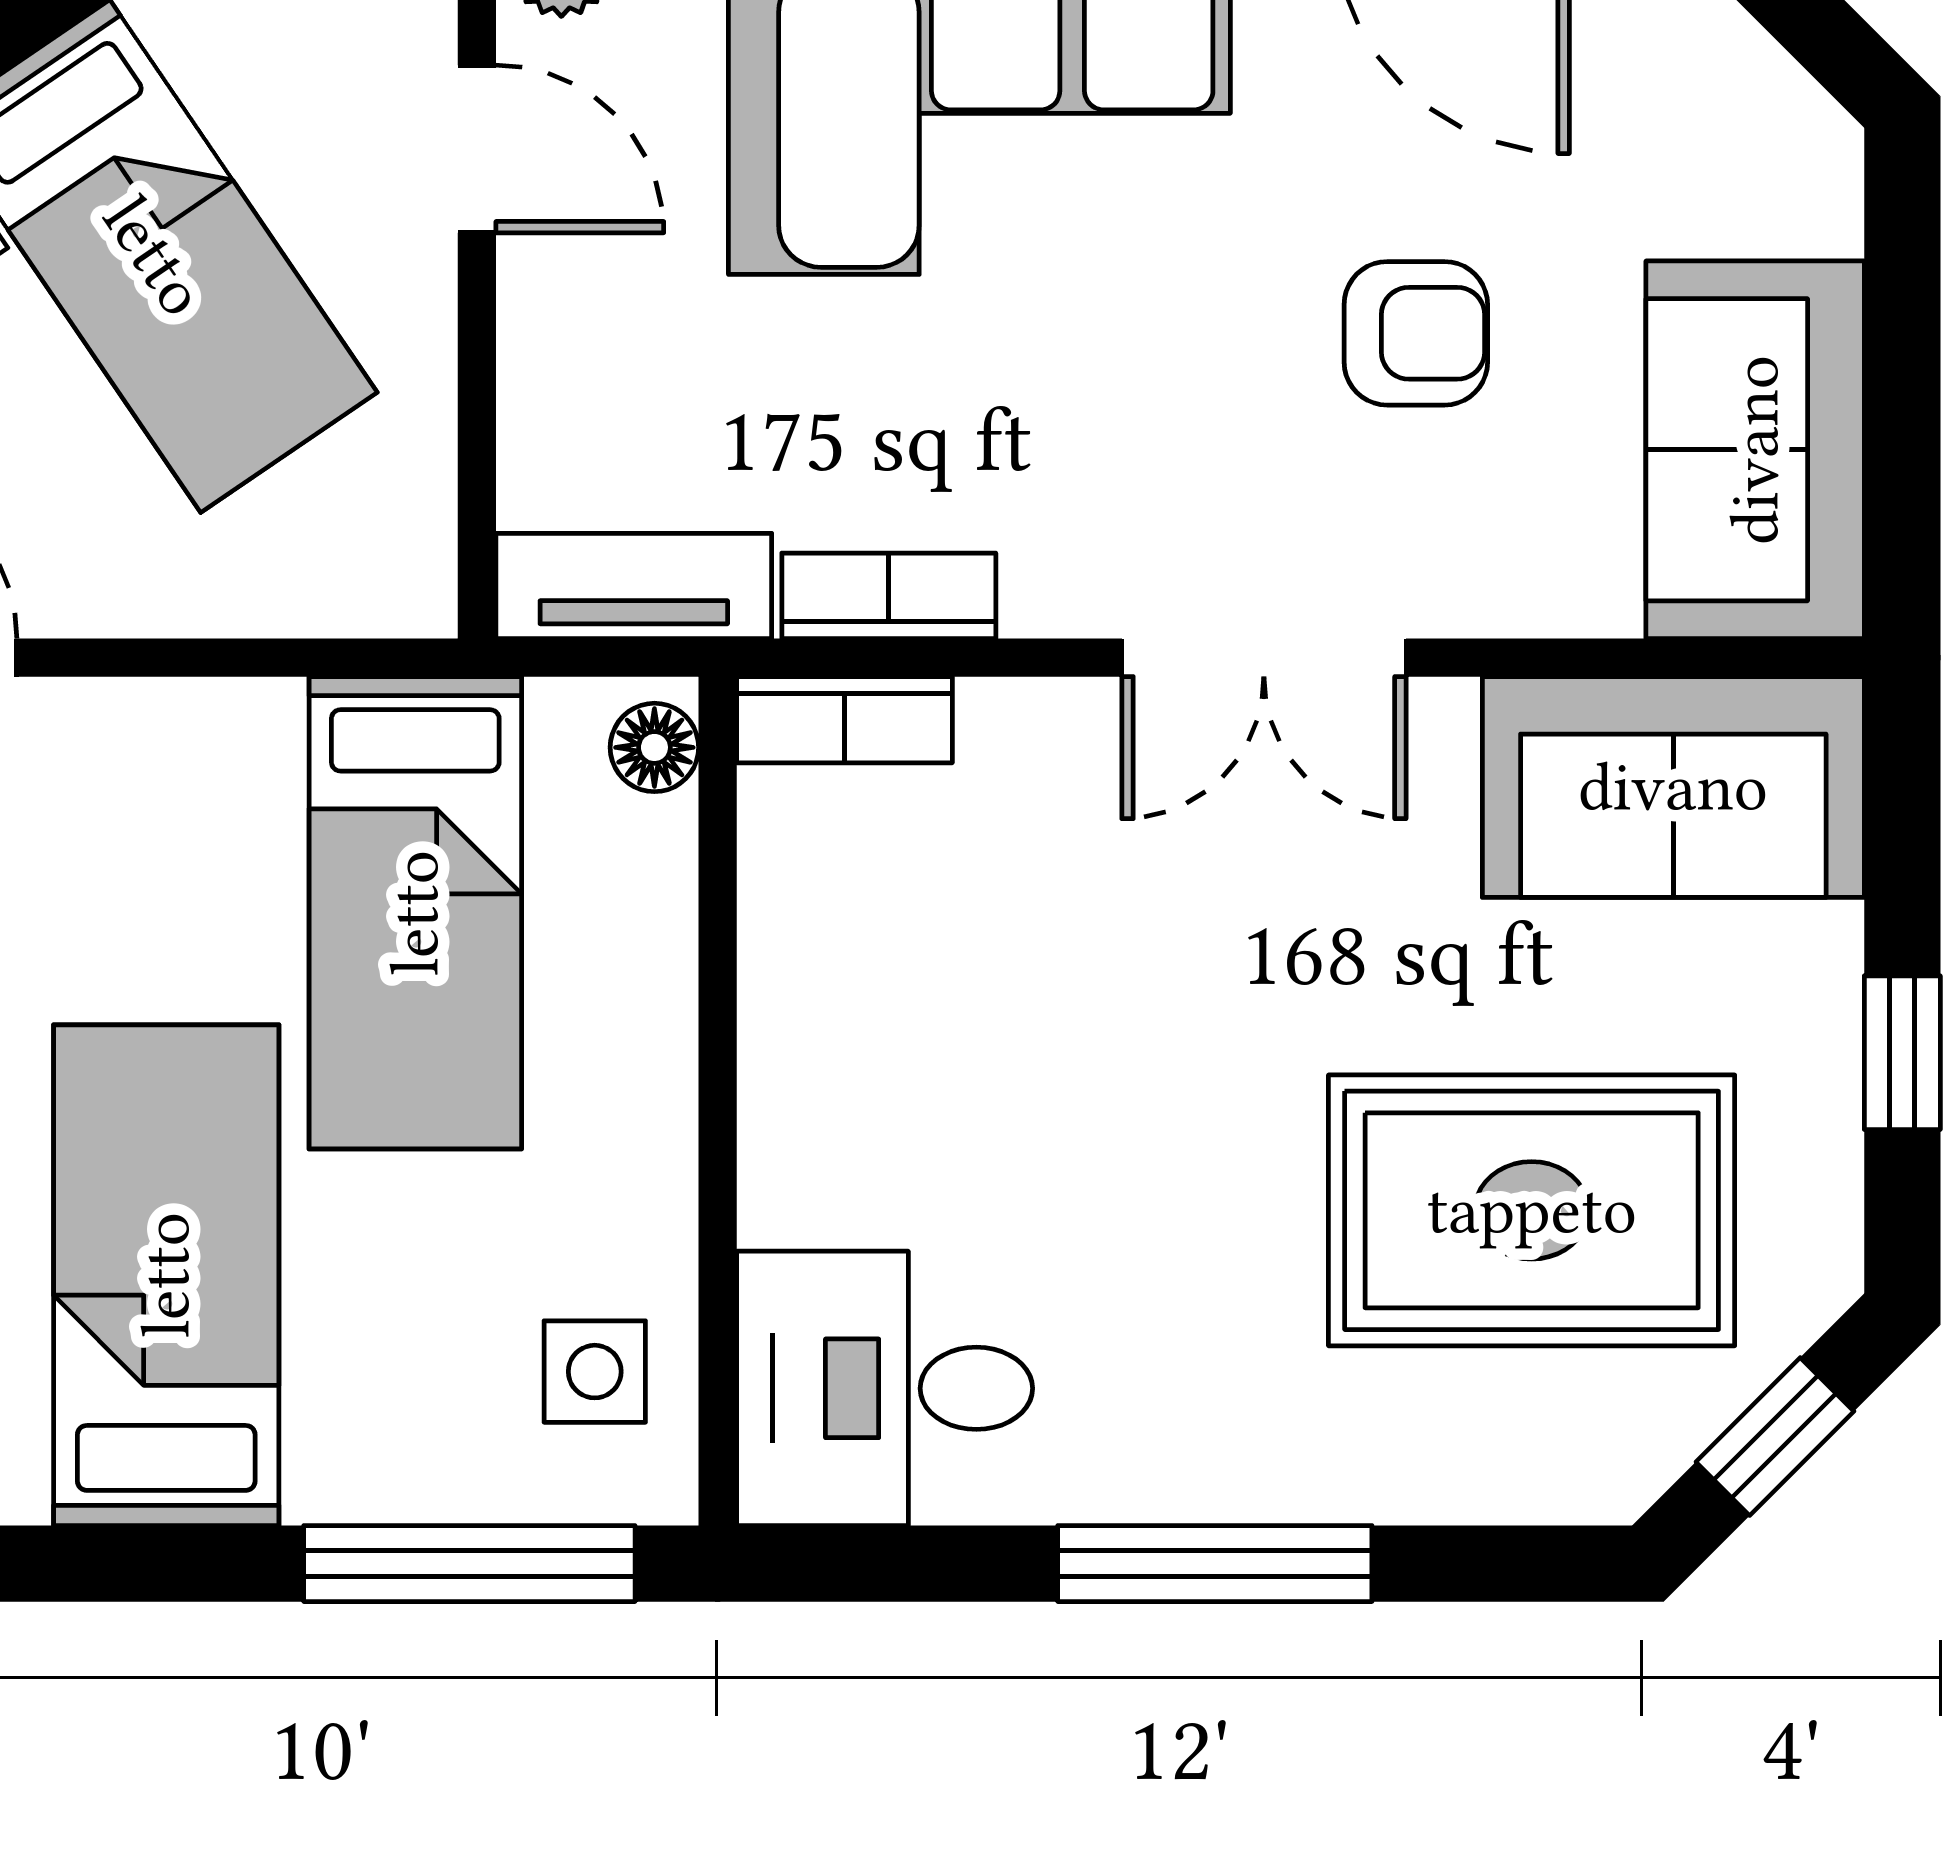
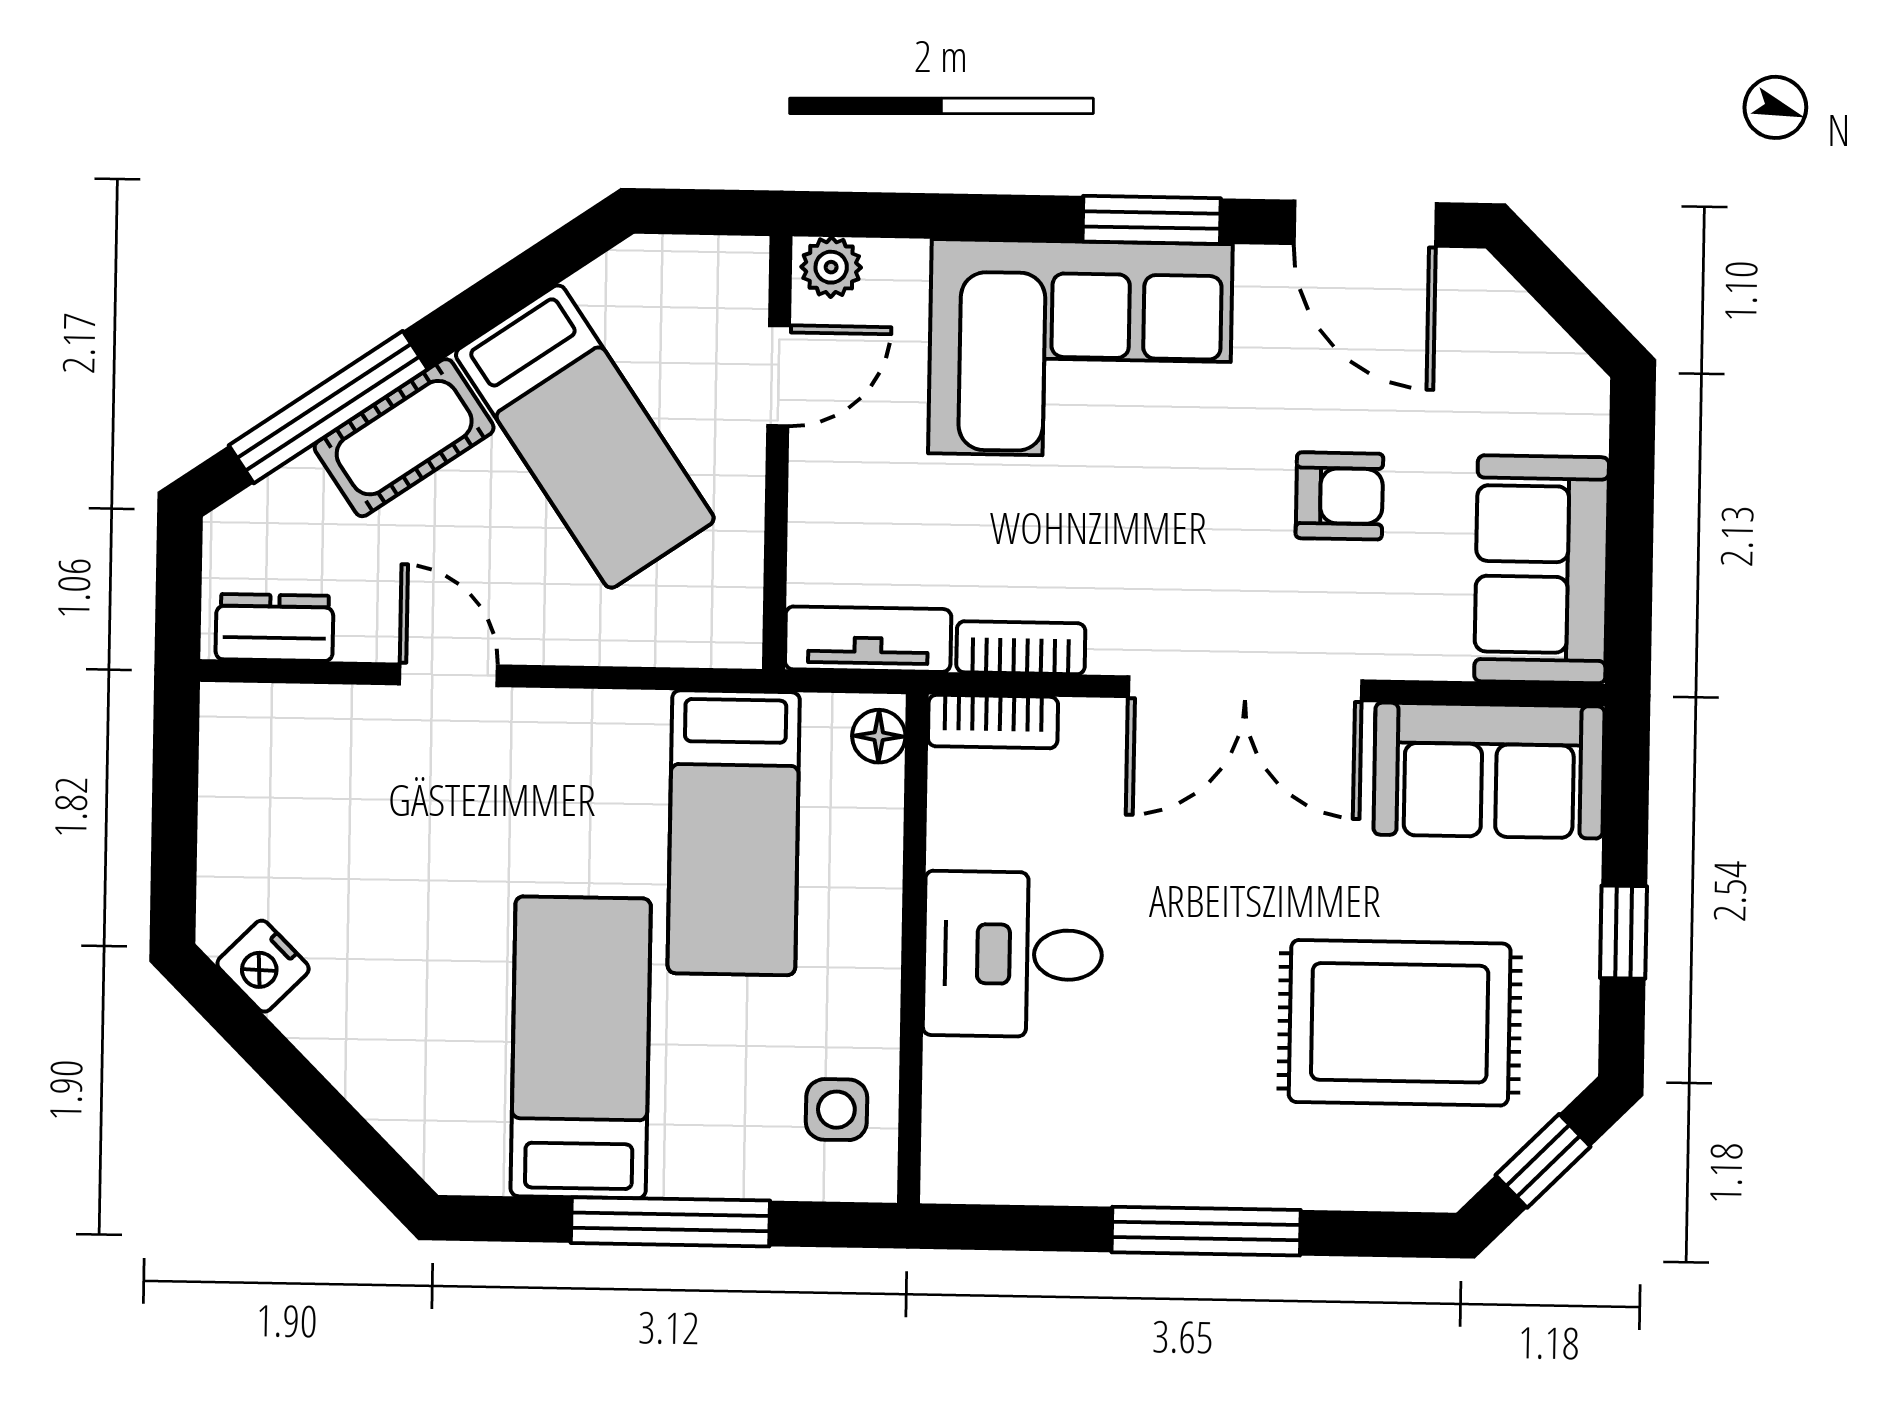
door: (477, 149) -> (779, 376), hinge flipped
double door: (1264, 658) -> (1245, 689), width x1.37
desk: (885, 1388) -> (1013, 954), moved
window: (469, 1564) -> (670, 1222), moved

